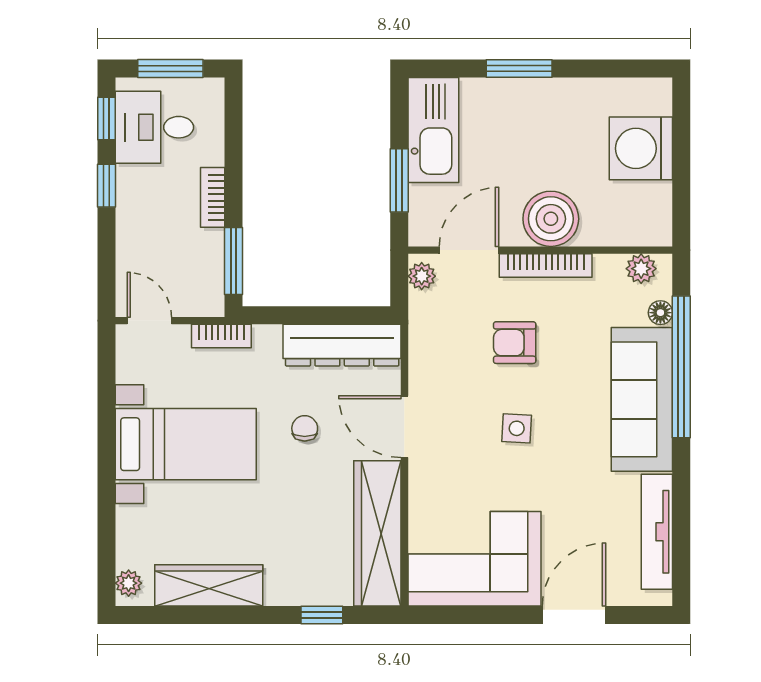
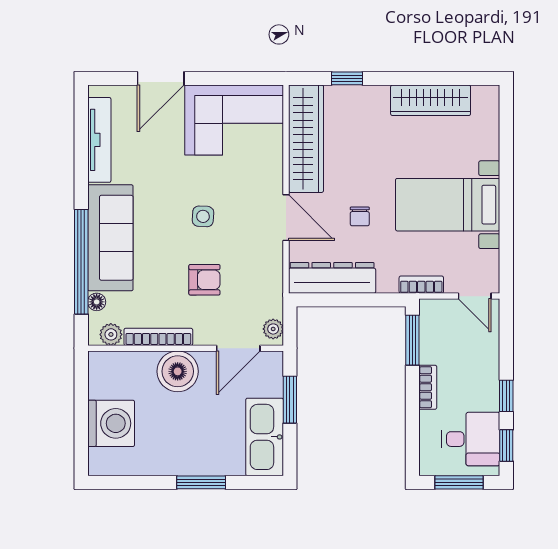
bookcase: (546, 265) -> (158, 337), moved
plant: (129, 583) -> (490, 102), removed

